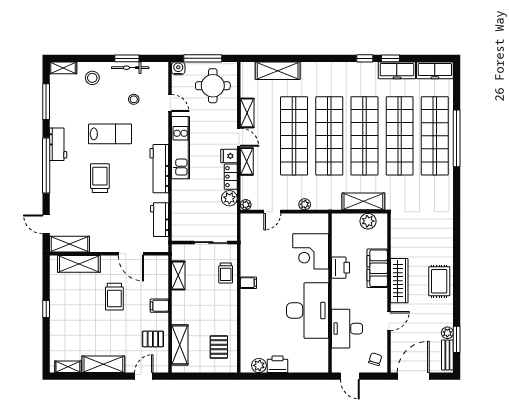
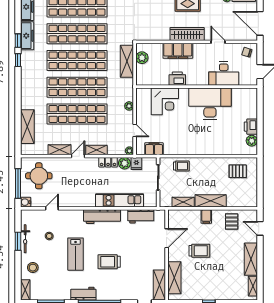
lab bench: (110, 134) -> (76, 254), turned 180
kitchen unit: (181, 148) -> (120, 200), moved
fridge: (229, 156) -> (136, 164), moved
filing cabinet: (248, 283) -> (154, 149), moved, width x2.00
shelving: (180, 345) -> (211, 201), moved

